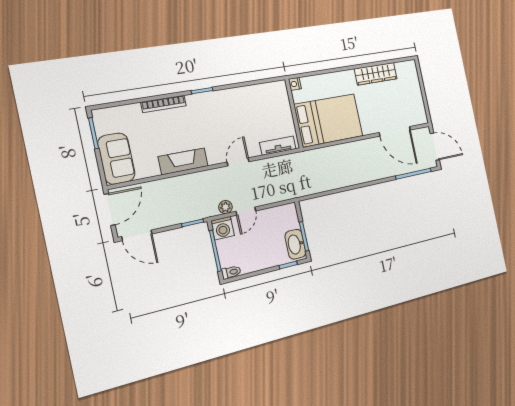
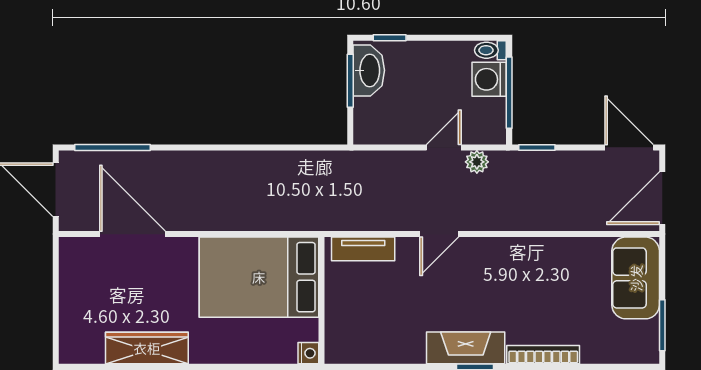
fireplace: (183, 161) -> (466, 348), moved, turned 180
washing machine: (223, 228) -> (489, 79), moved, turned -90

